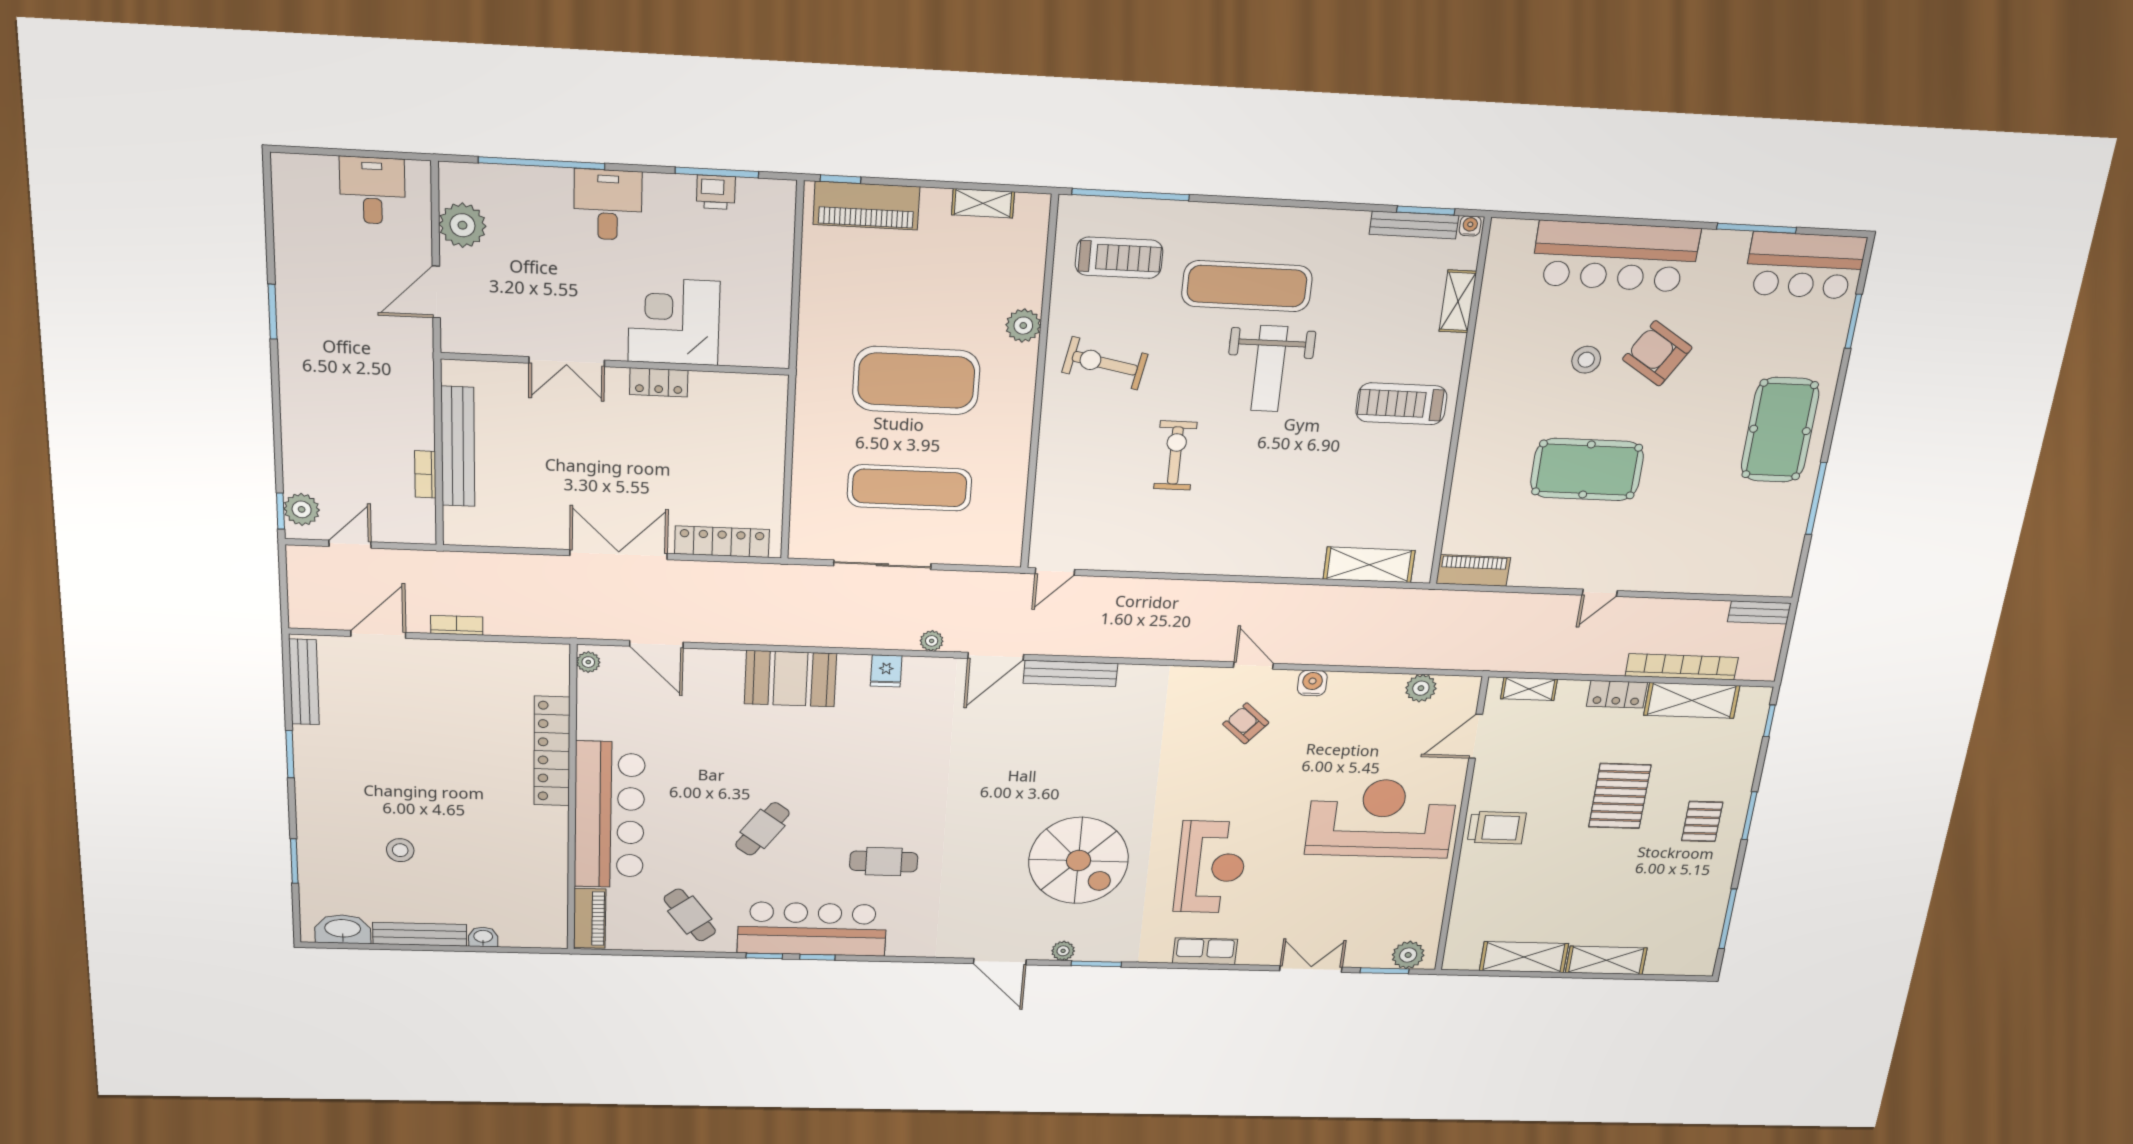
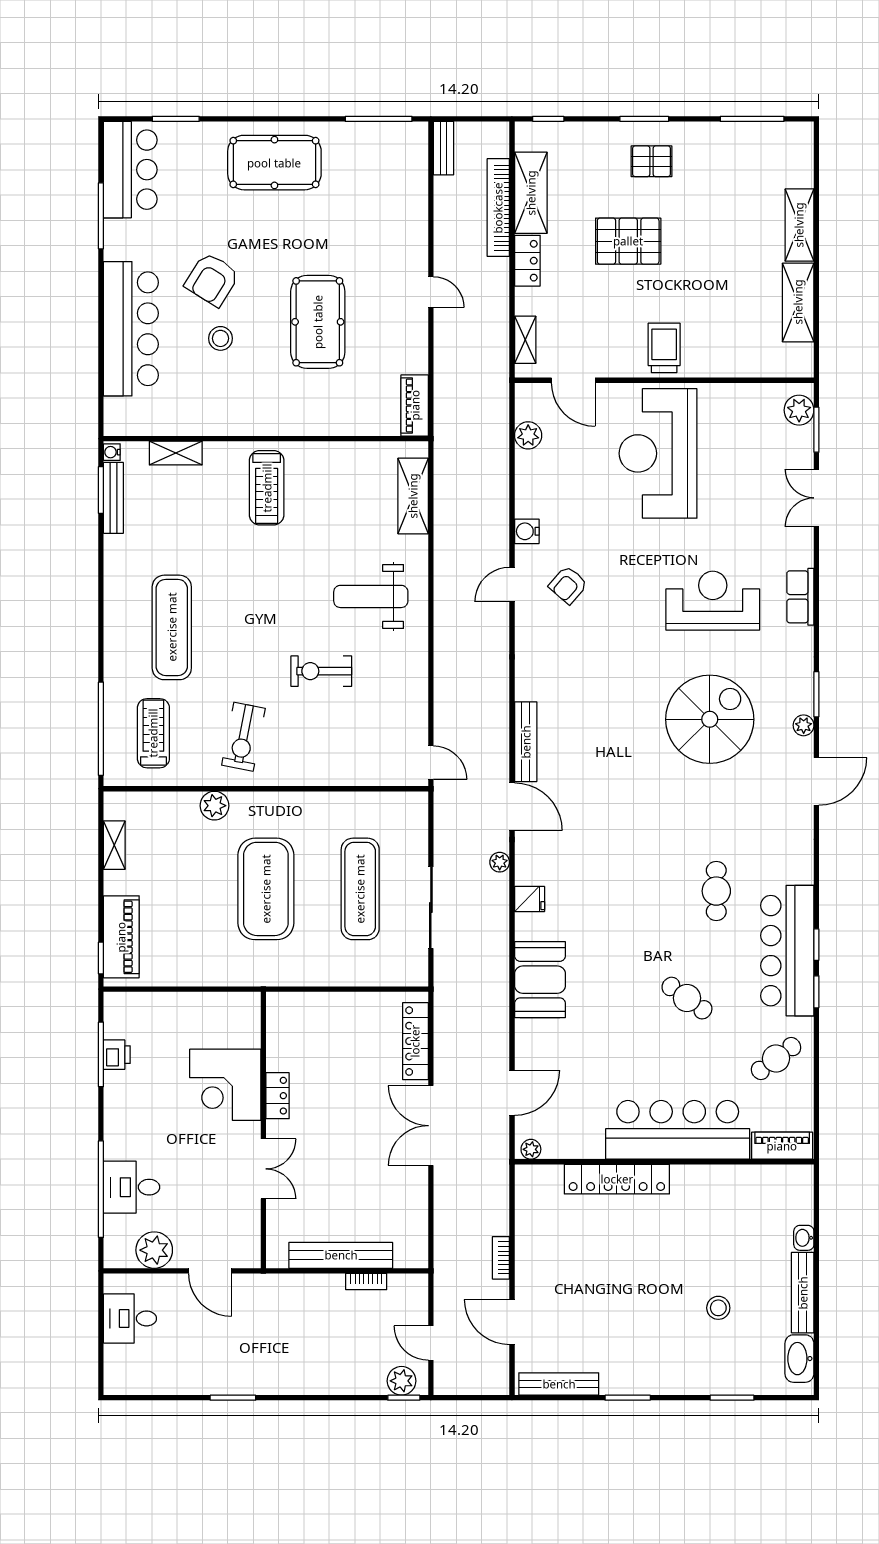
desk: (608, 205) -> (132, 1187), moved
weight bench: (1269, 369) -> (371, 596), moved, turned 180
window: (1816, 498) -> (379, 119), moved

